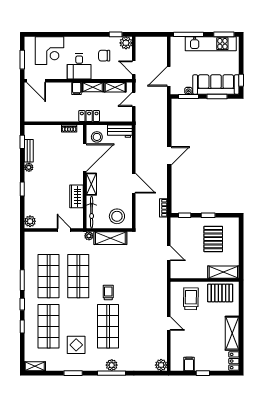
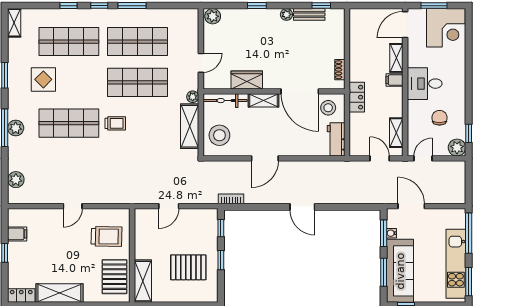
corner desk: (49, 51) -> (446, 28), moved, turned -90
shelving: (93, 87) -> (396, 58), moved
plant: (161, 365) -> (16, 180), moved

